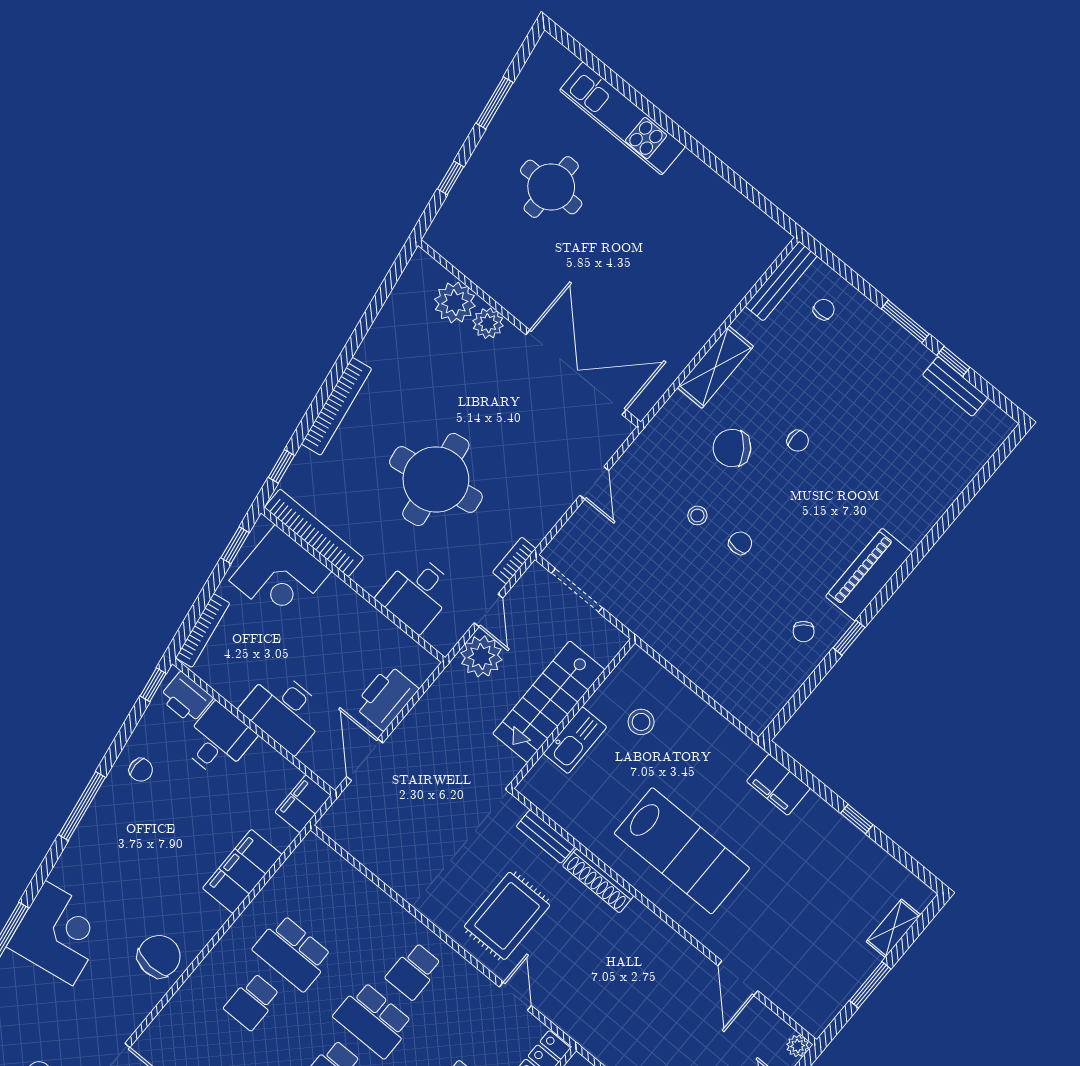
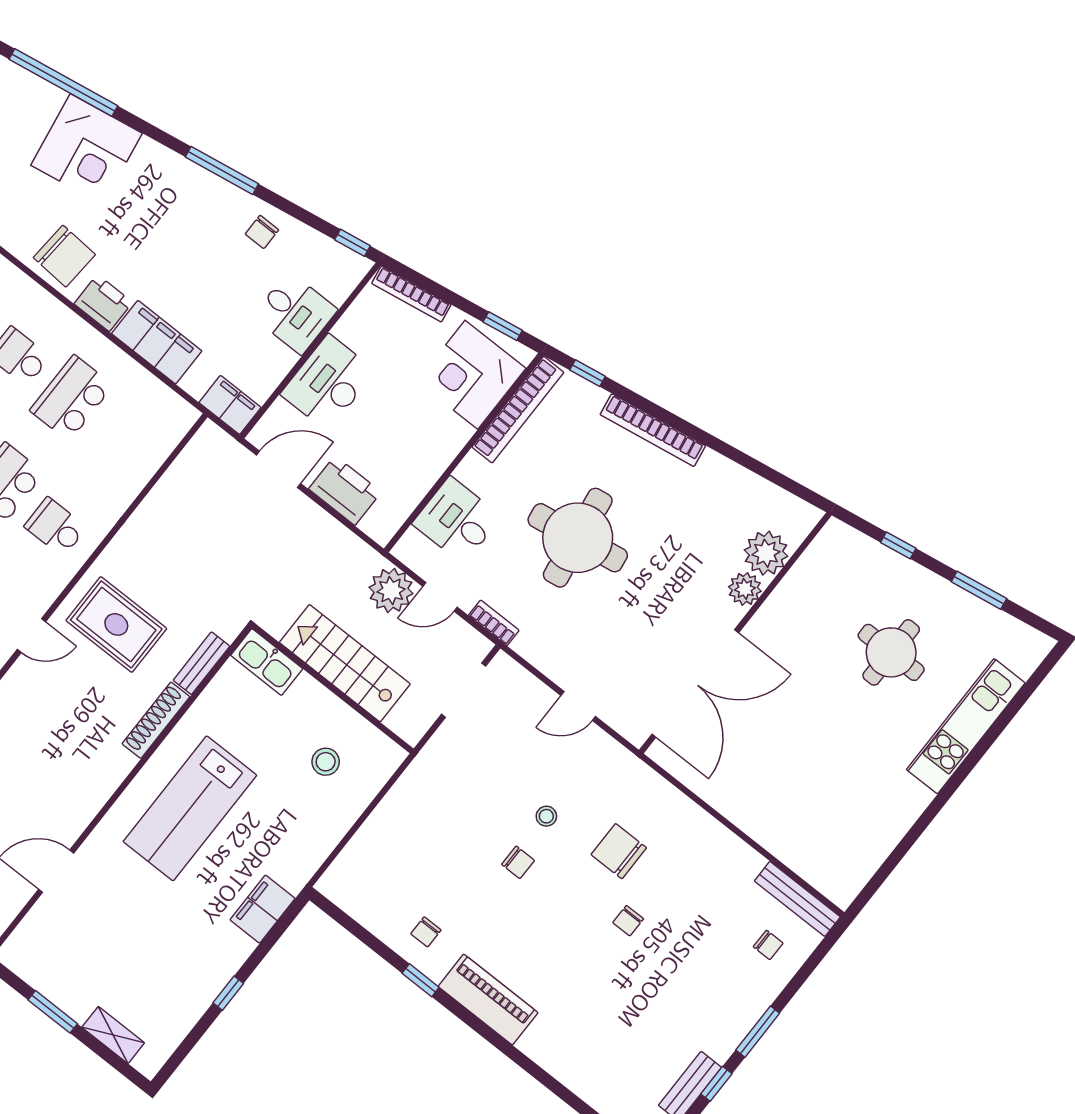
shelving: (715, 367) -> (704, 831), removed
chair: (732, 448) -> (619, 851), turned -54
chair: (804, 631) -> (426, 932), turned -51
printer: (186, 698) -> (103, 303), moved, turned 90
kitchen sink: (575, 740) -> (267, 662), moved

